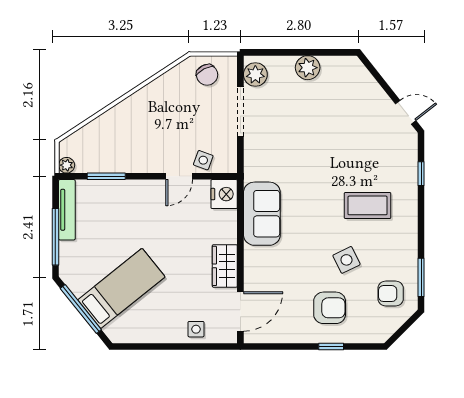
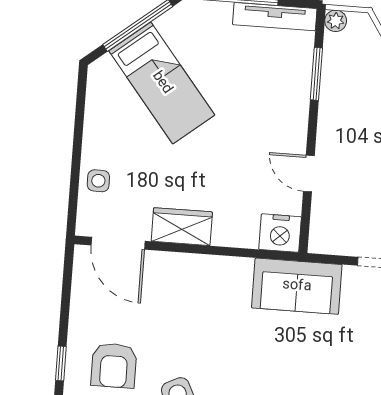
side table: (203, 160) -> (328, 208), removed
sofa: (262, 214) -> (297, 286), moved

